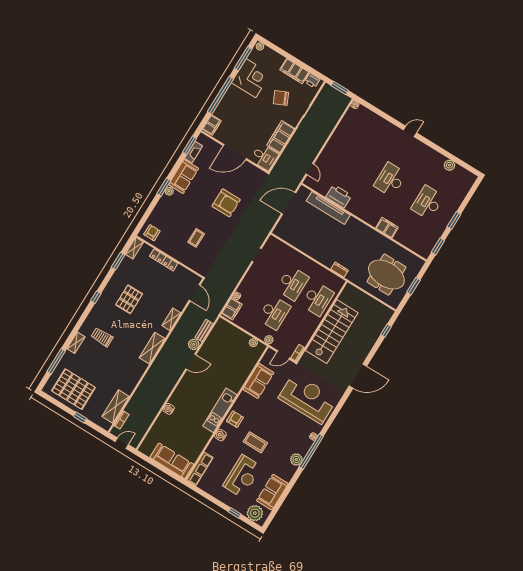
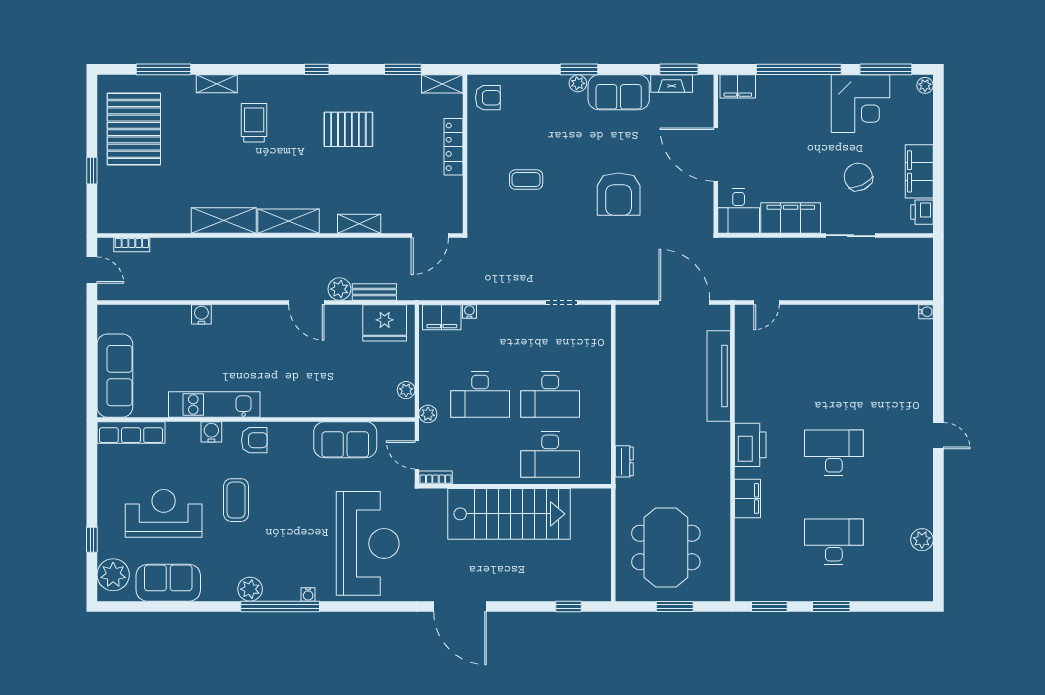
window: (340, 88) -> (938, 268), removed
printer: (339, 196) -> (750, 445), moved
fridge: (220, 334) -> (385, 323), added
shelving: (116, 406) -> (224, 221), moved
kitchen unit: (220, 410) -> (214, 404), moved
reception desk: (242, 476) -> (164, 513), turned 180

